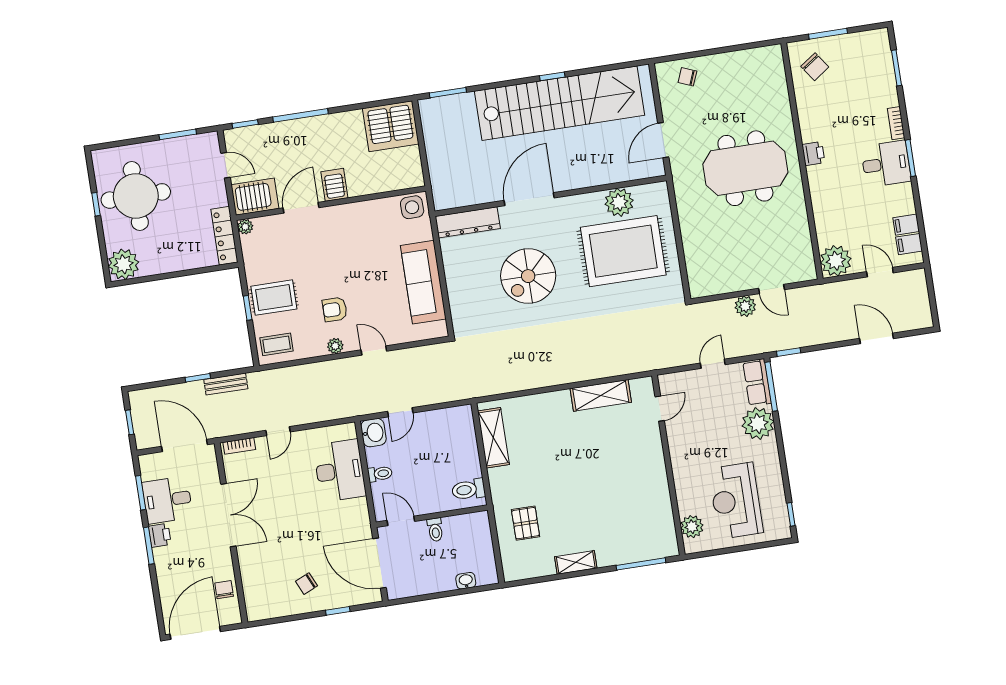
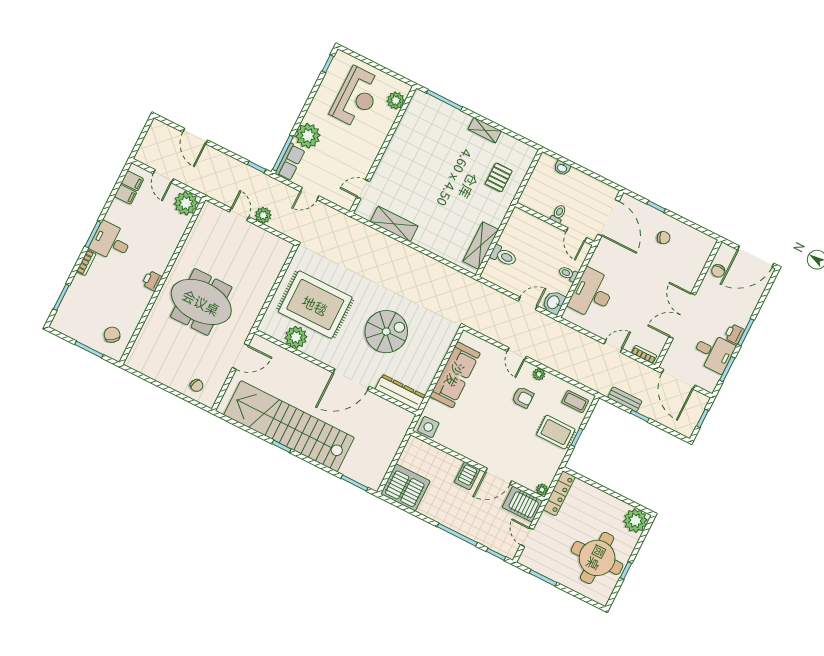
toilet: (468, 490) -> (504, 256), moved

